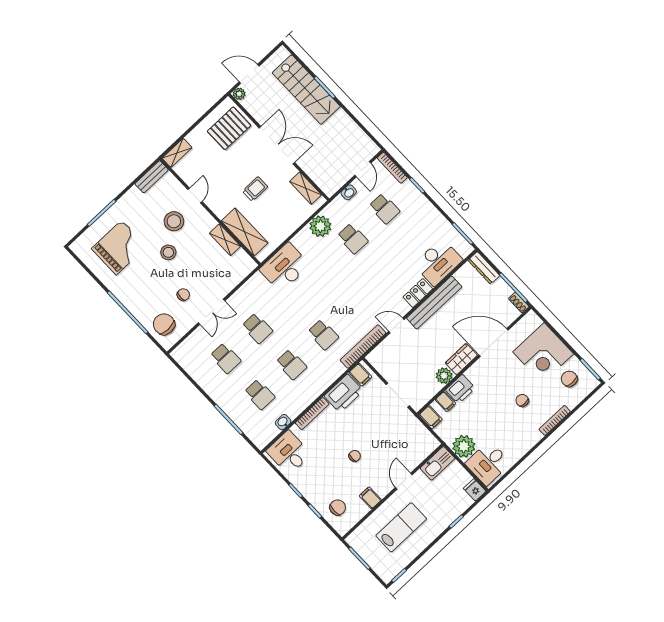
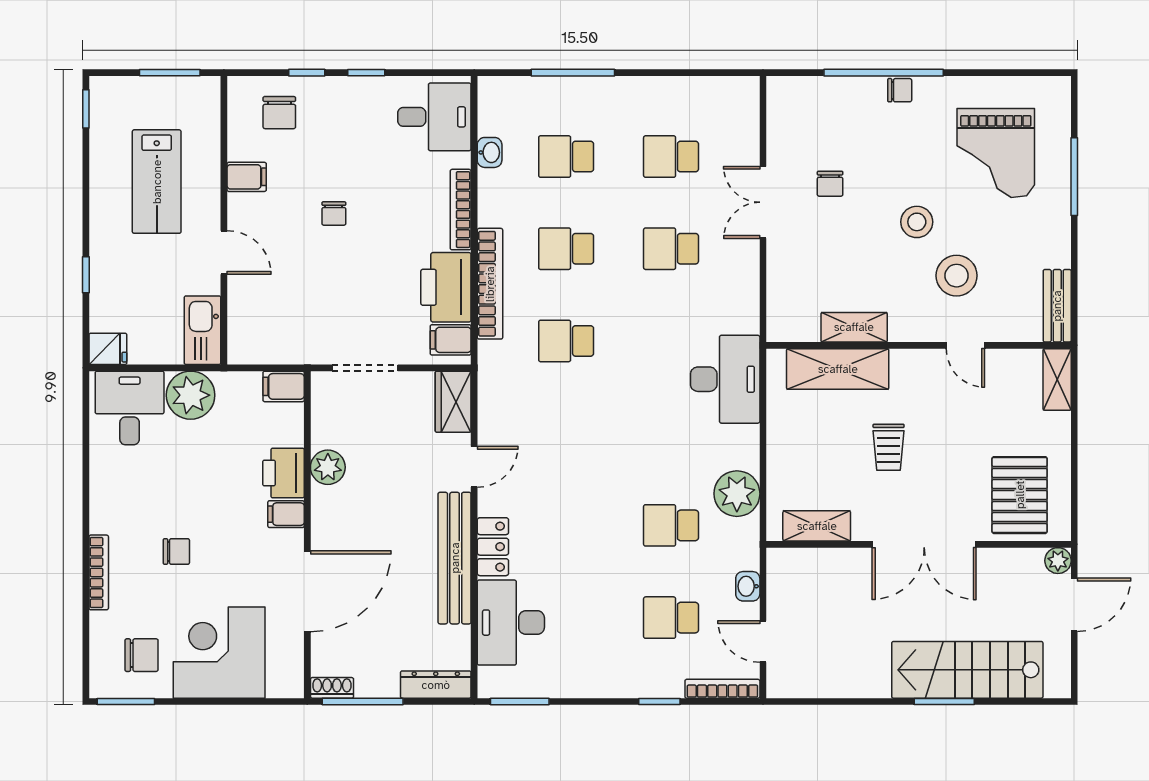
chair: (164, 324) -> (900, 90), moved, width x0.54, depth x0.54
bookcase: (363, 347) -> (490, 284), moved
wardrobe: (461, 359) -> (453, 402), moved, turned 180
filing cabinet: (445, 402) -> (286, 514), moved

